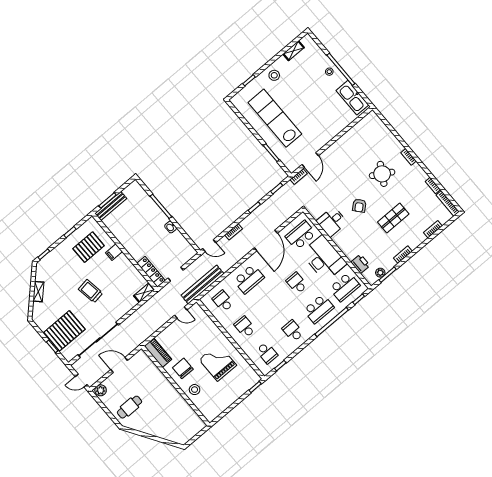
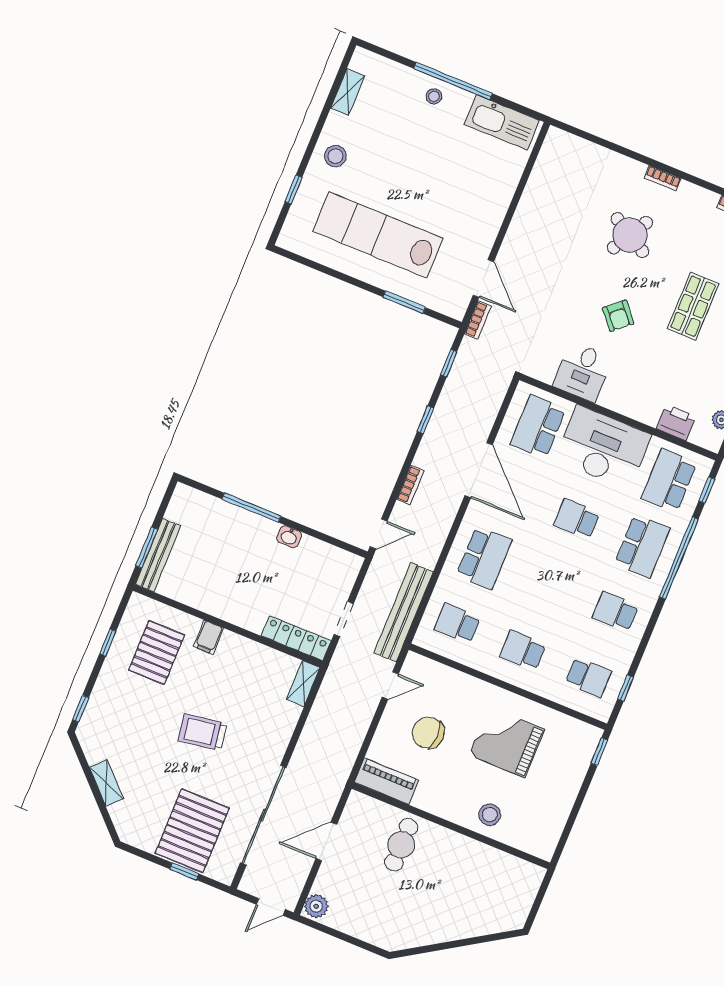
school desk: (345, 287) -> (669, 480), turned 180
chair: (183, 368) -> (428, 733), moved
cafe table: (129, 407) -> (401, 845), moved

